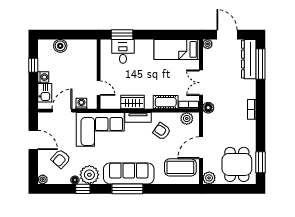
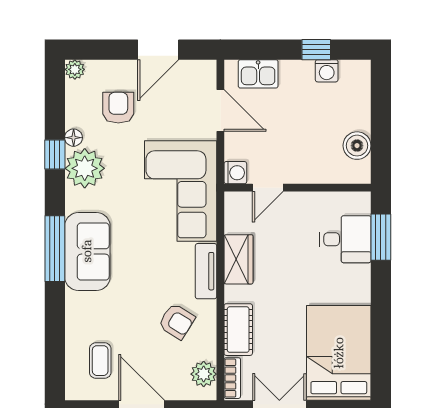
boiler: (60, 46) -> (357, 146), moved
bed: (177, 49) -> (339, 353), width x1.50
washing machine: (43, 77) -> (327, 71), moved
washing machine: (81, 103) -> (235, 173), moved
armchair: (162, 131) -> (177, 321), turned 87
armchair: (61, 159) -> (118, 108), turned 48
coffee table: (180, 167) -> (100, 361), width x0.54, depth x0.58
sofa: (129, 173) -> (87, 251), width x0.73

